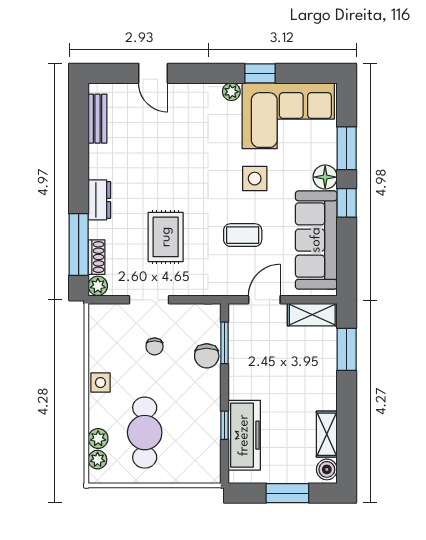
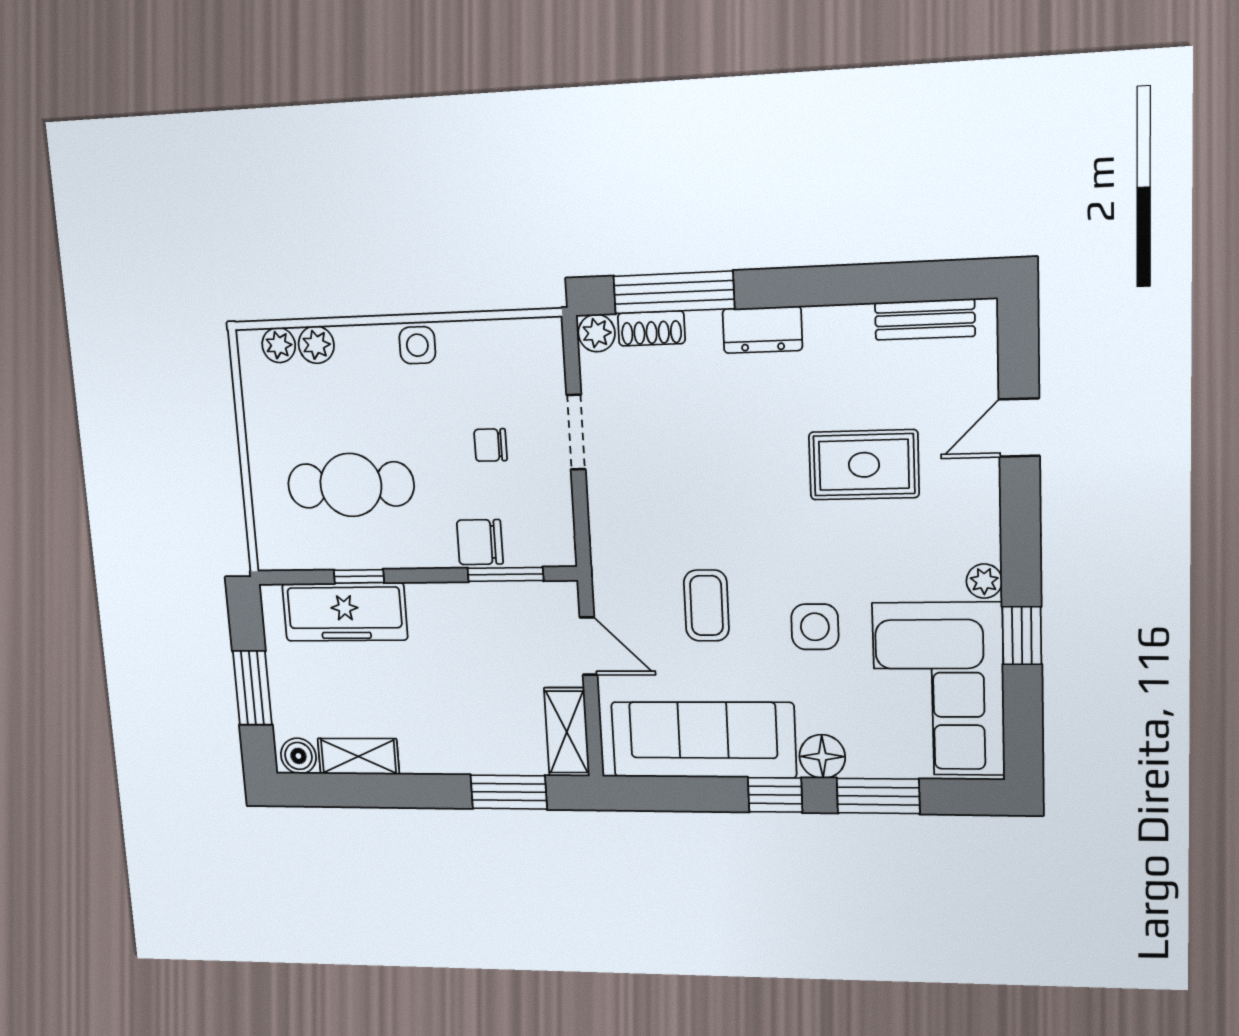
rug: (166, 237) -> (864, 465), moved
cafe table: (145, 433) -> (351, 485), moved

